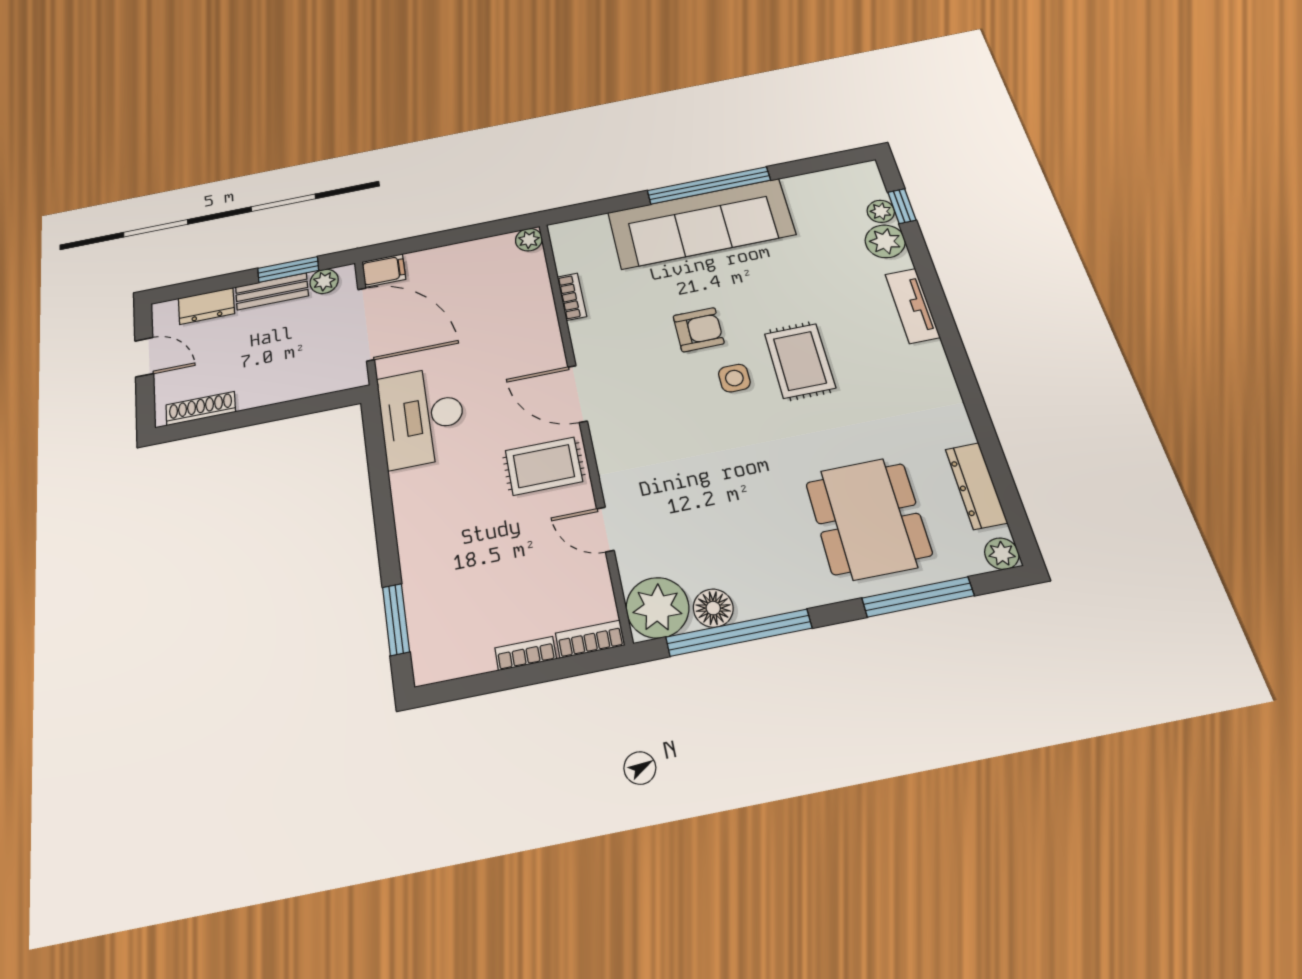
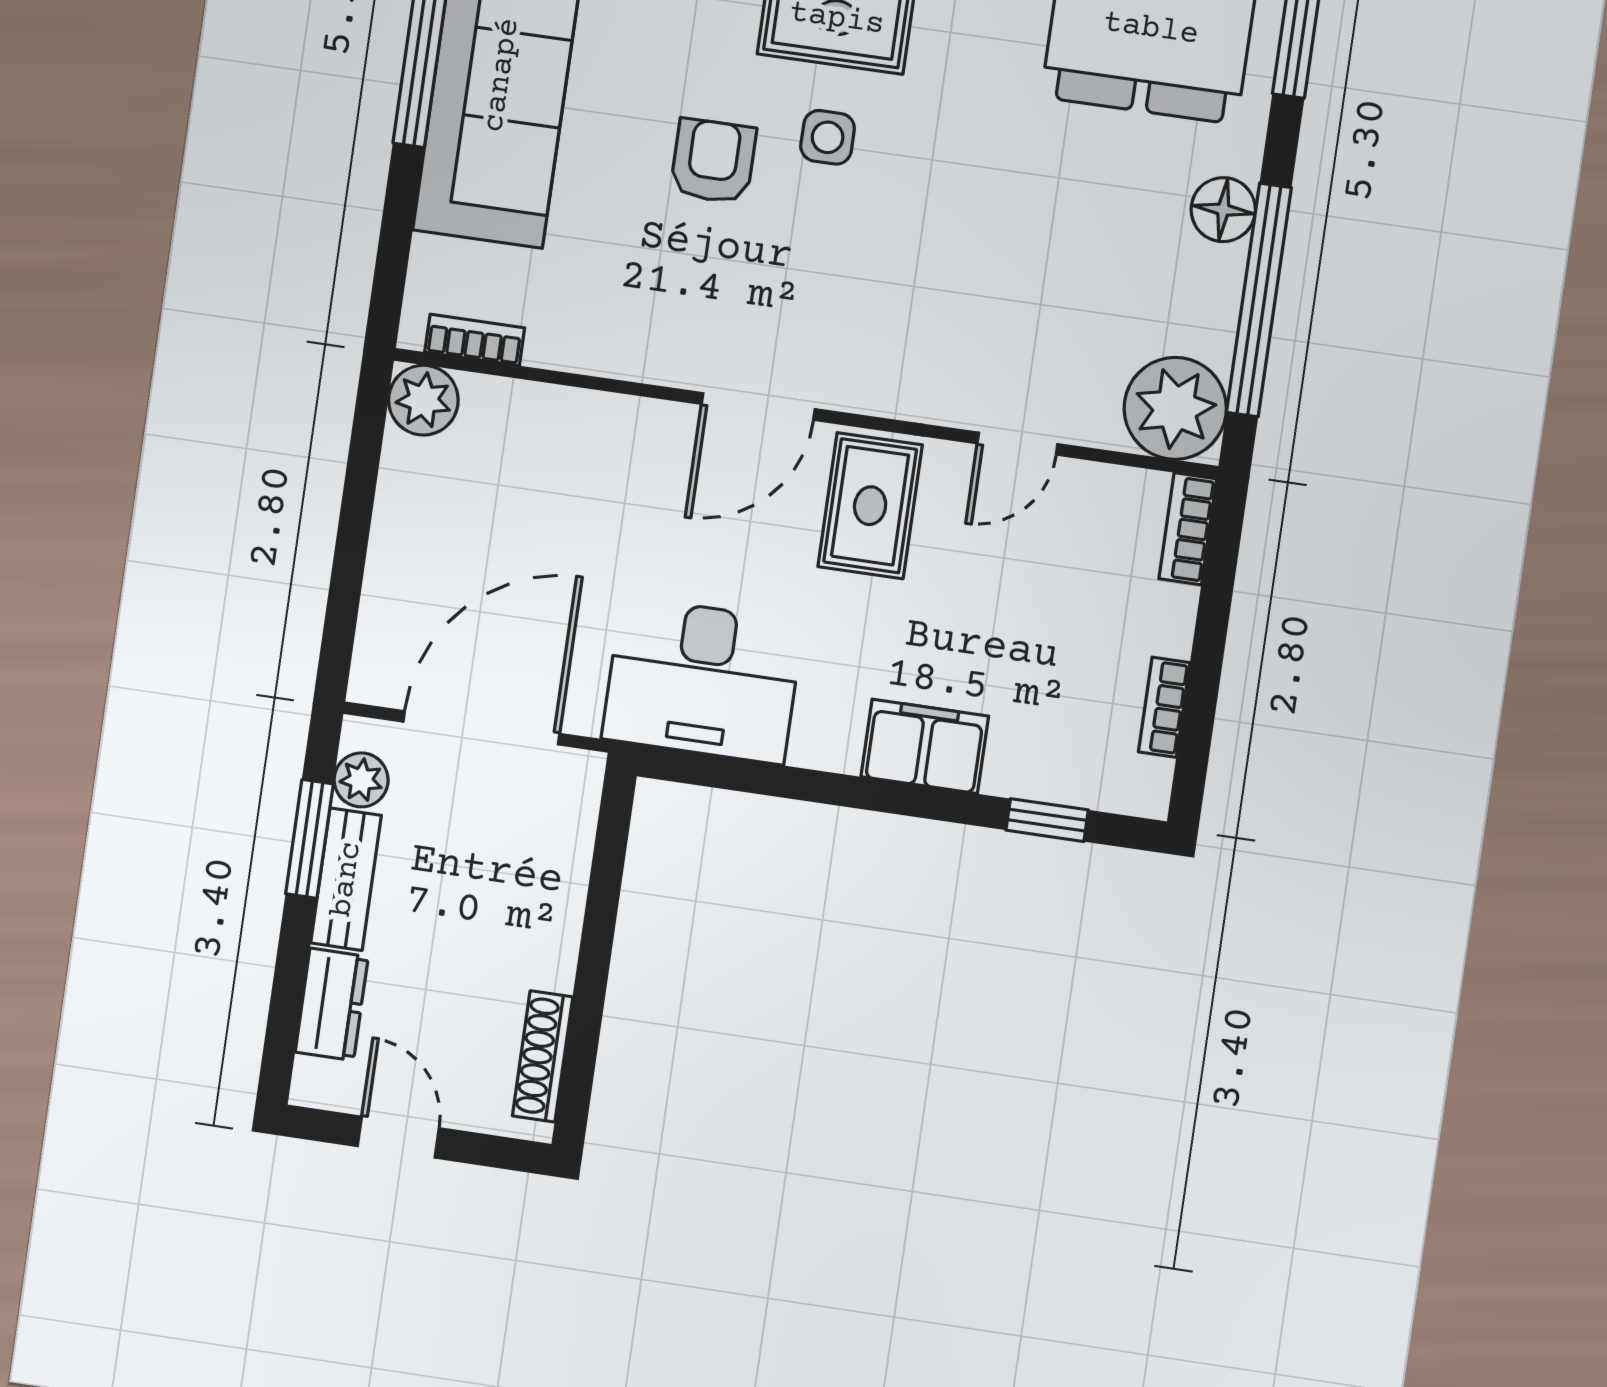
plant: (529, 240) -> (423, 400), width x1.38, depth x1.38
filing cabinet: (384, 270) -> (925, 746), moved, width x2.00
bookcase: (572, 297) -> (475, 340), moved
door: (144, 357) -> (398, 1137), hinge flipped
floor lamp: (713, 608) -> (1223, 210), moved
window: (396, 619) -> (1047, 820), width x0.67
bookcase: (526, 653) -> (1164, 707), moved

